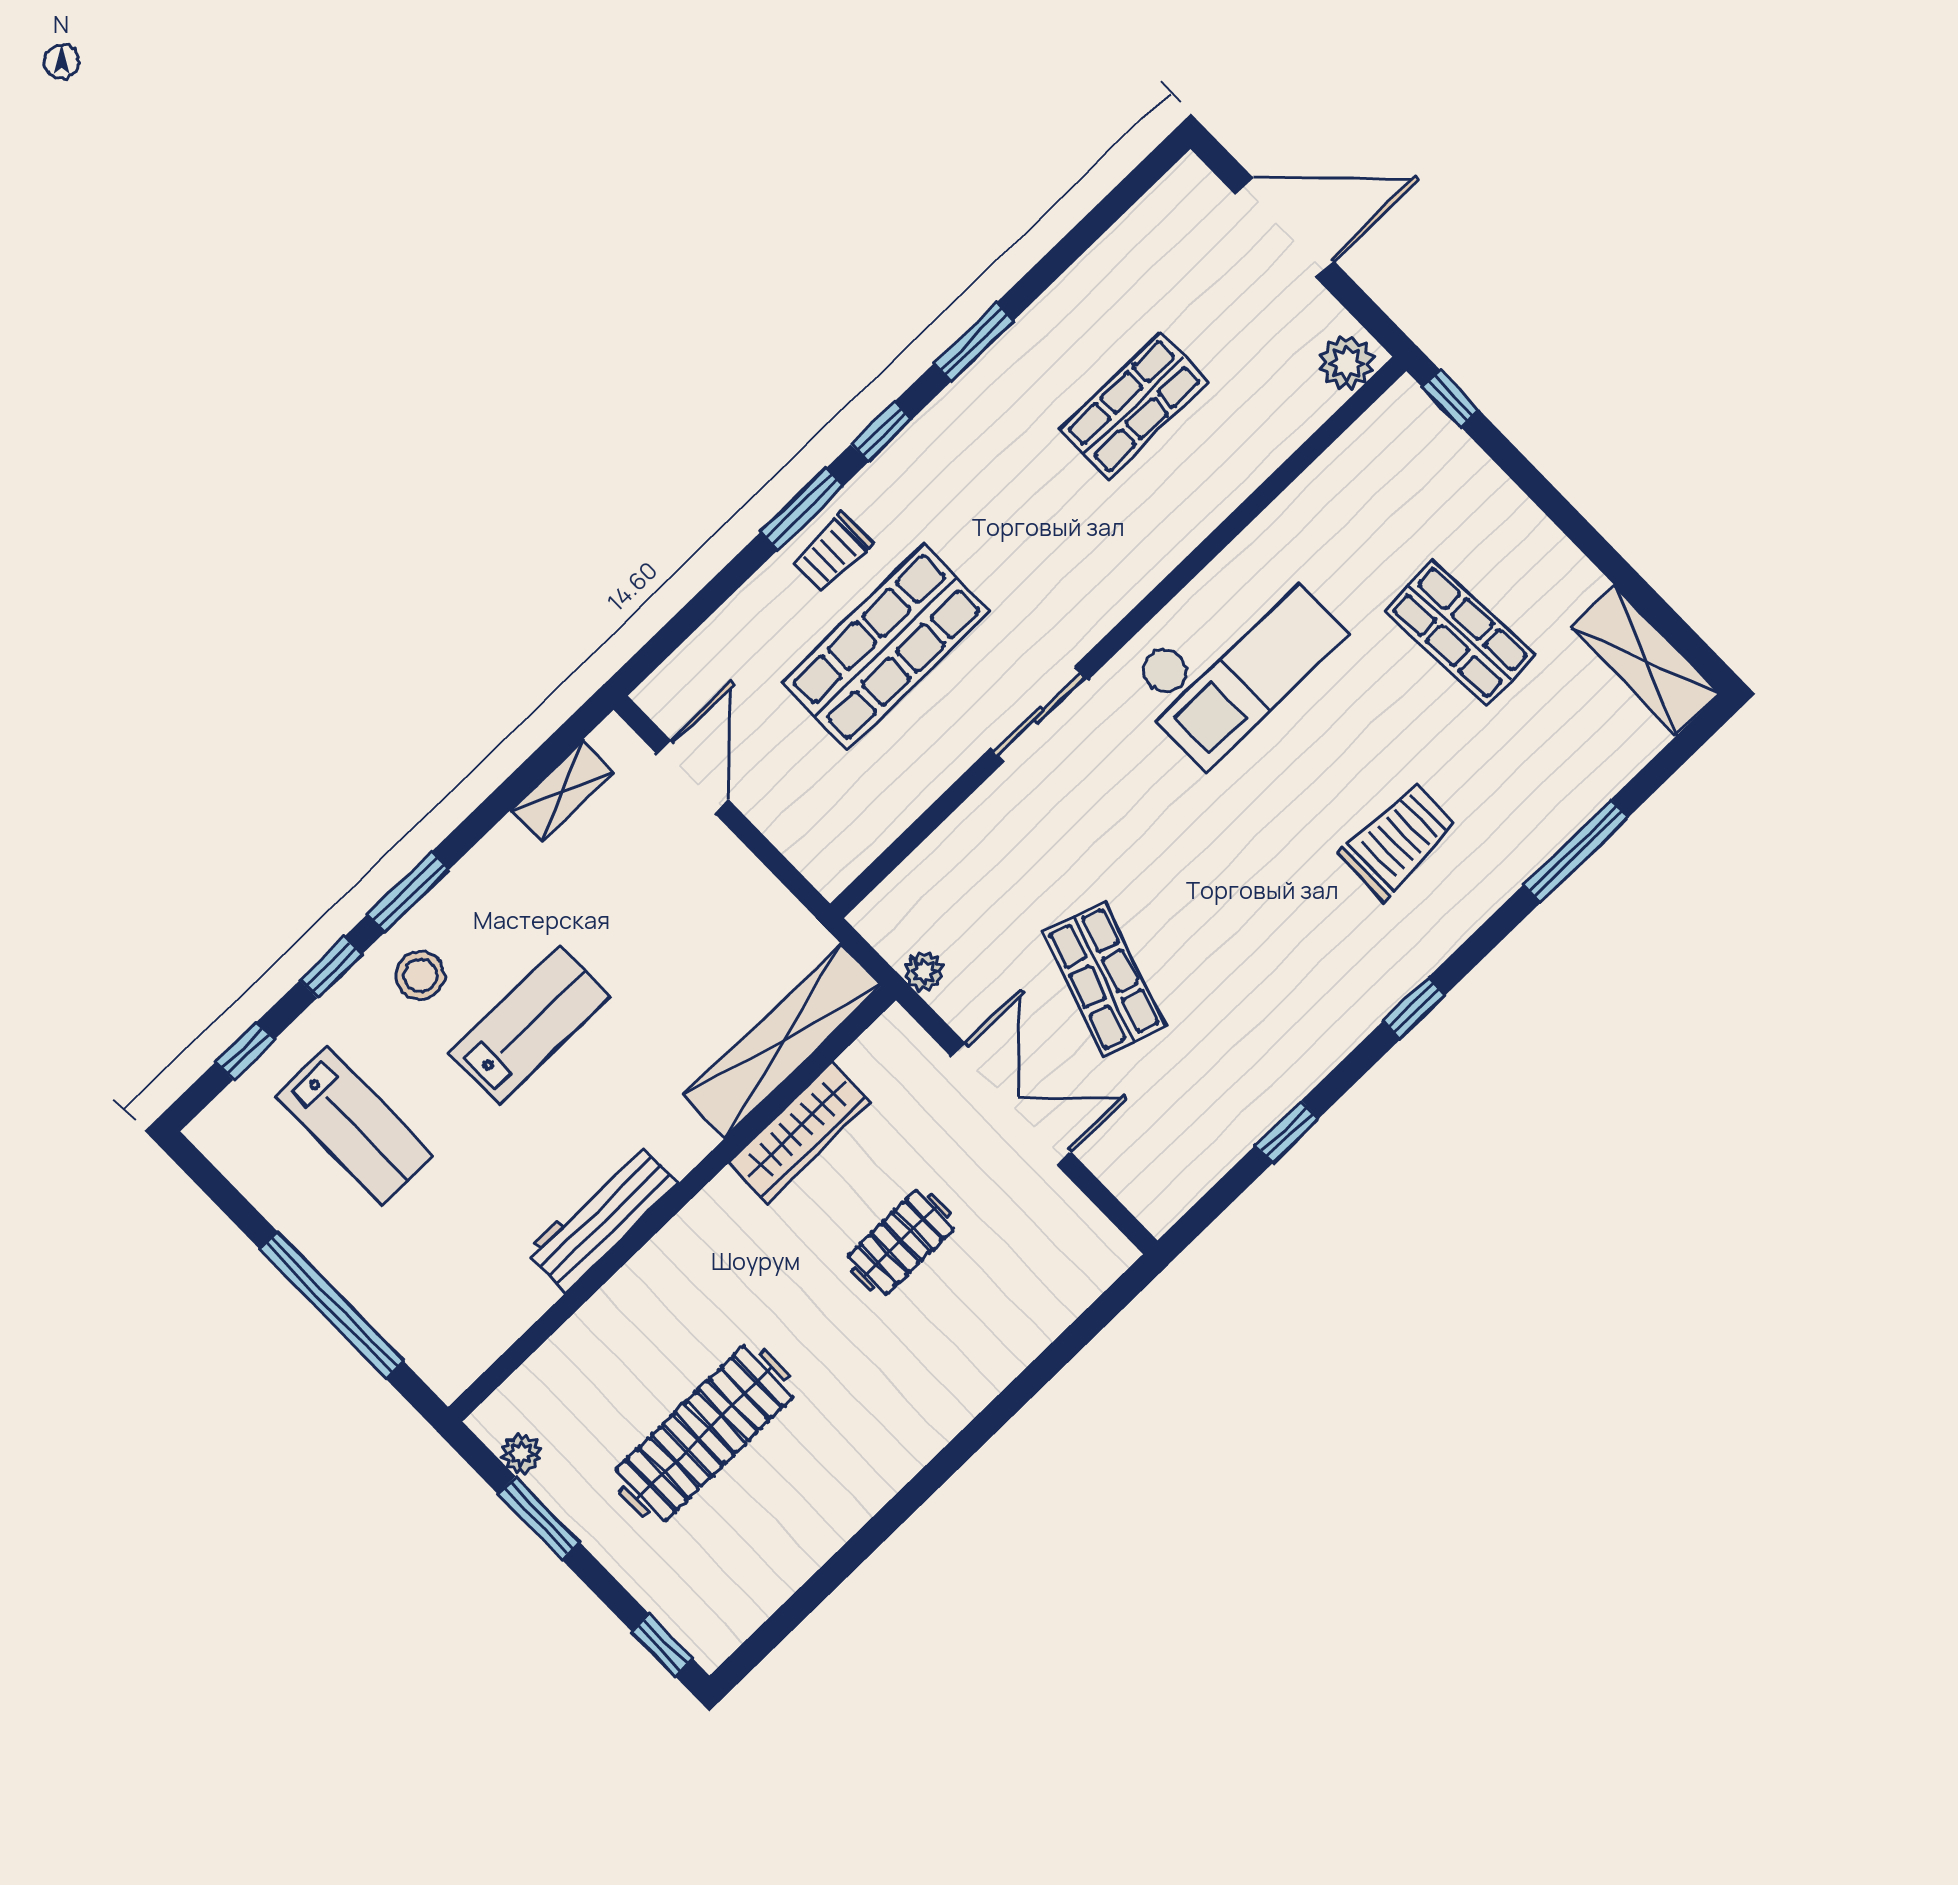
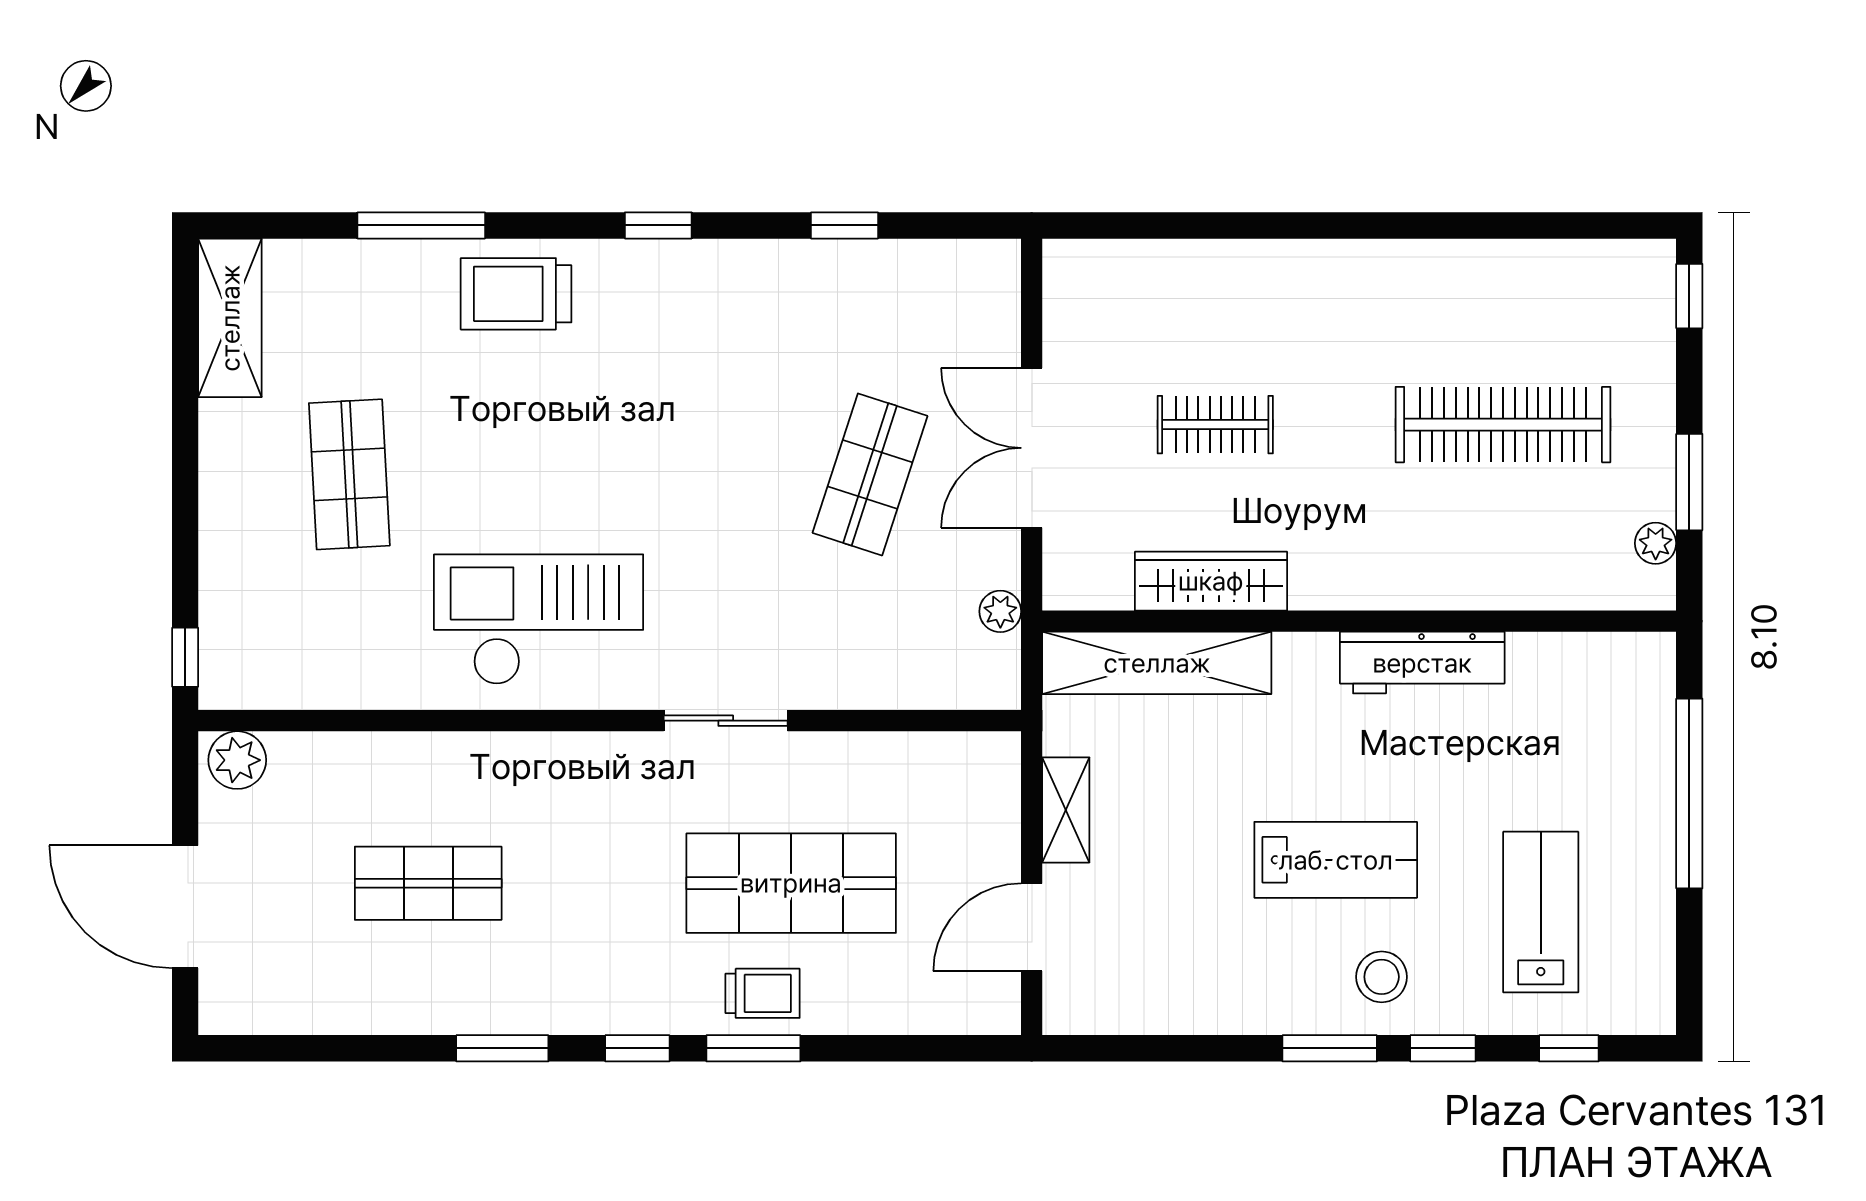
shelving: (562, 791) -> (1066, 810), moved, turned 90
trolley: (1398, 841) -> (516, 294), moved
lab bench: (529, 1025) -> (1336, 860), turned 180

